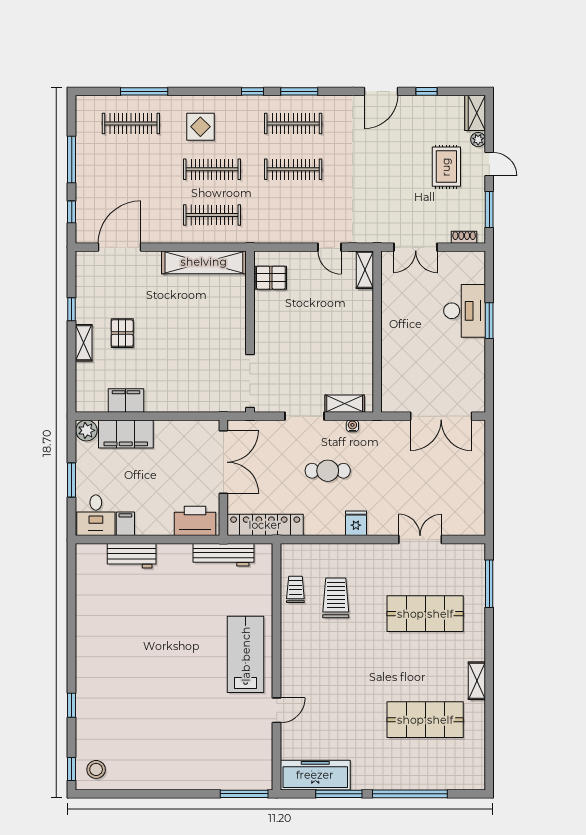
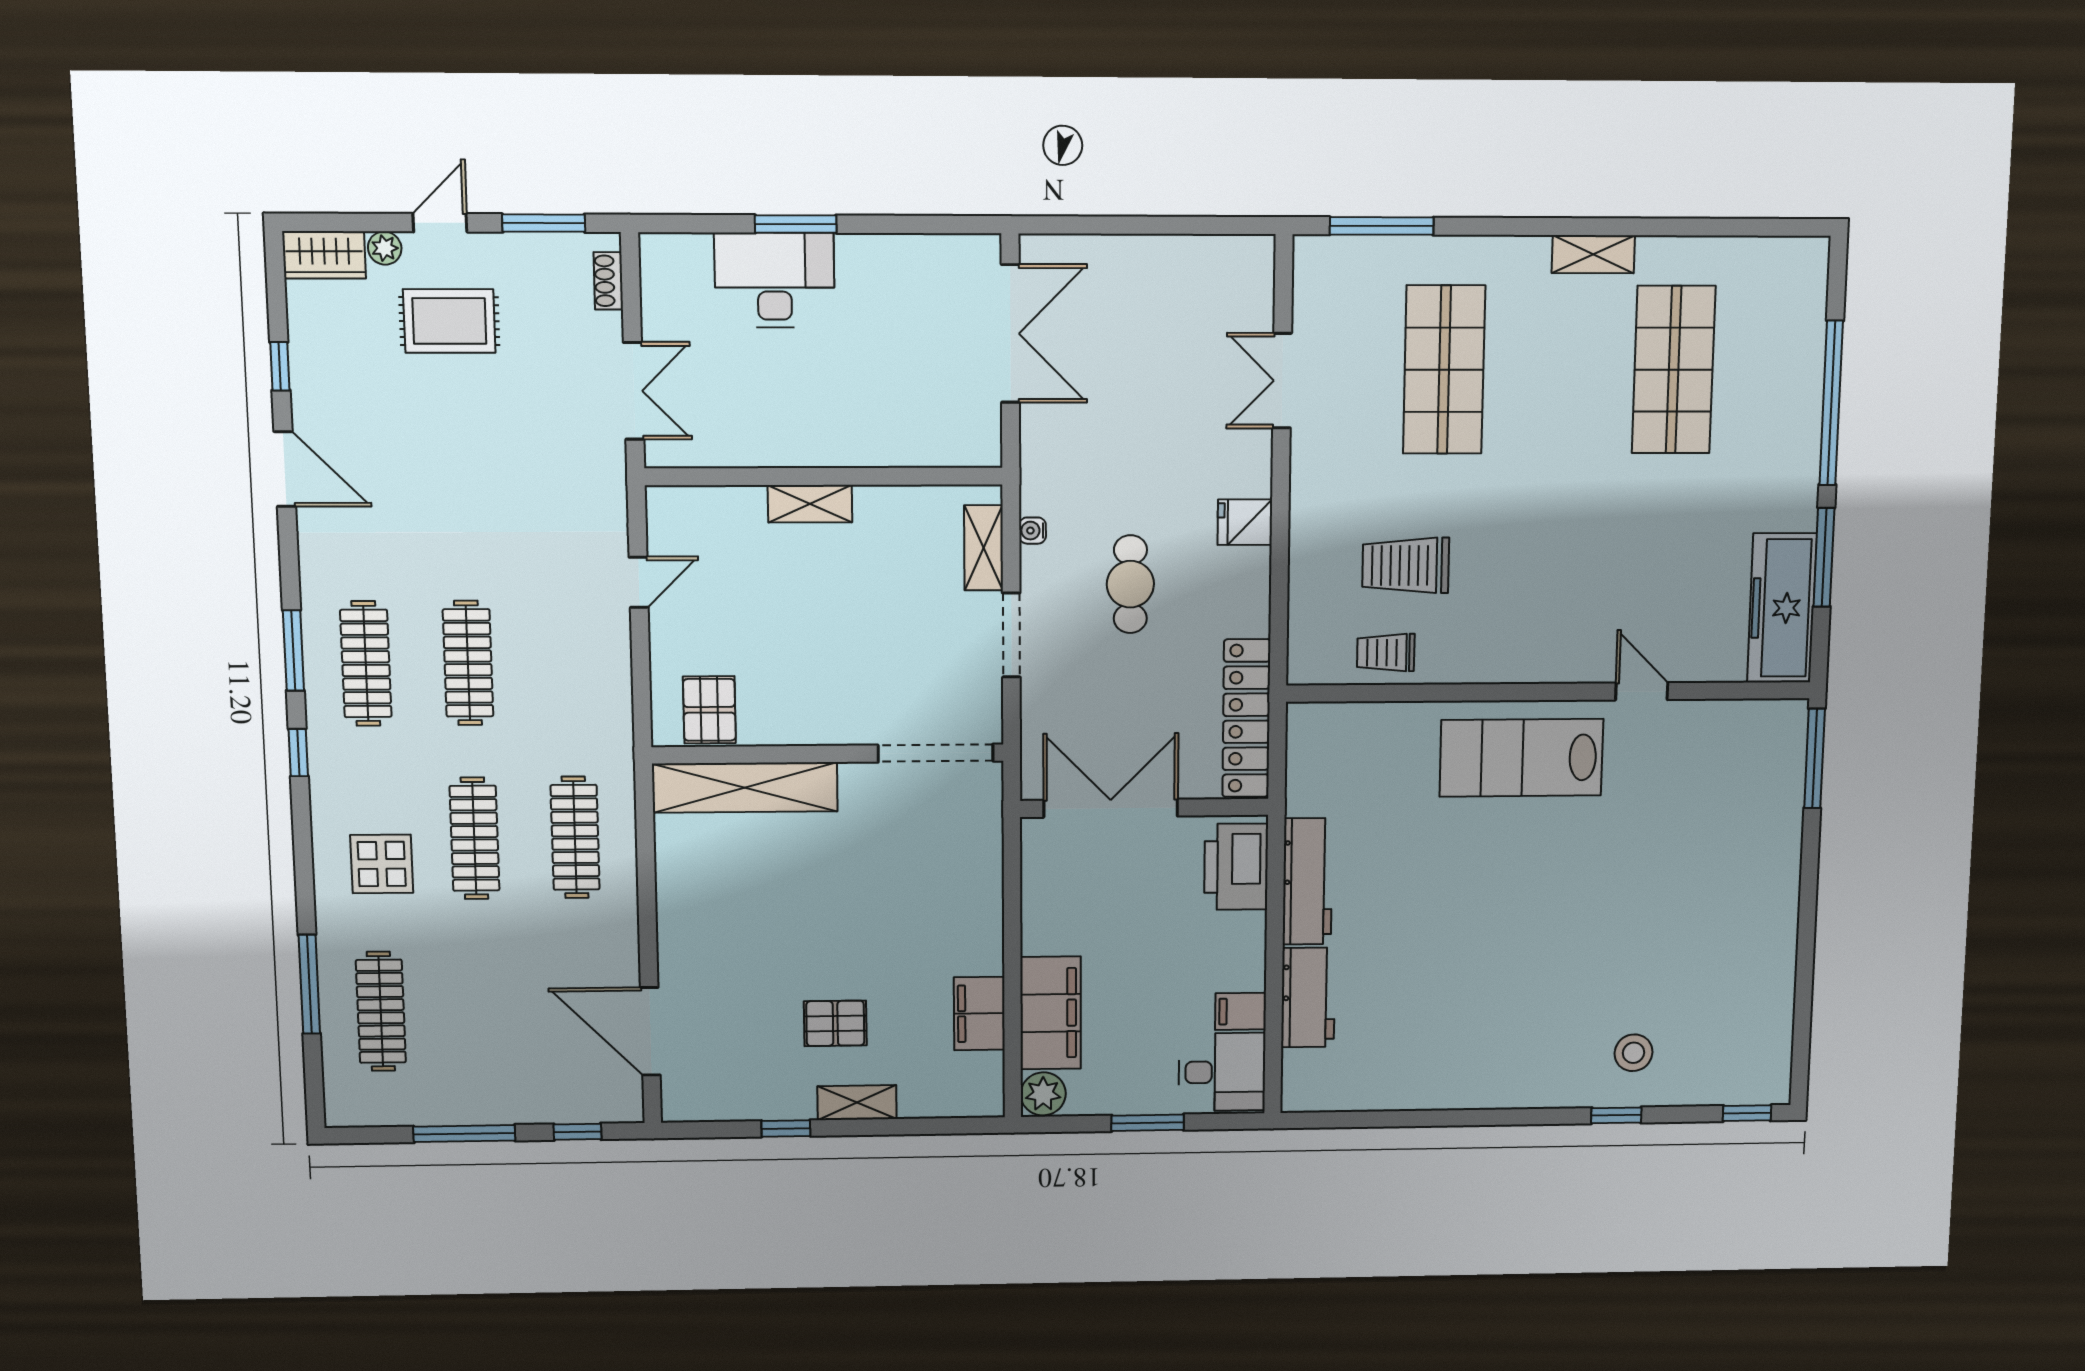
shelving: (204, 262) -> (745, 787), moved, turned 90
shelving: (365, 270) -> (810, 504), moved
workbench: (223, 555) -> (1308, 881), moved
stool: (96, 769) -> (1634, 1053), moved

